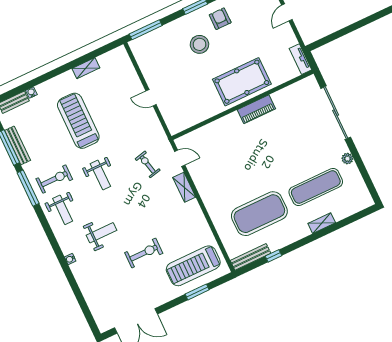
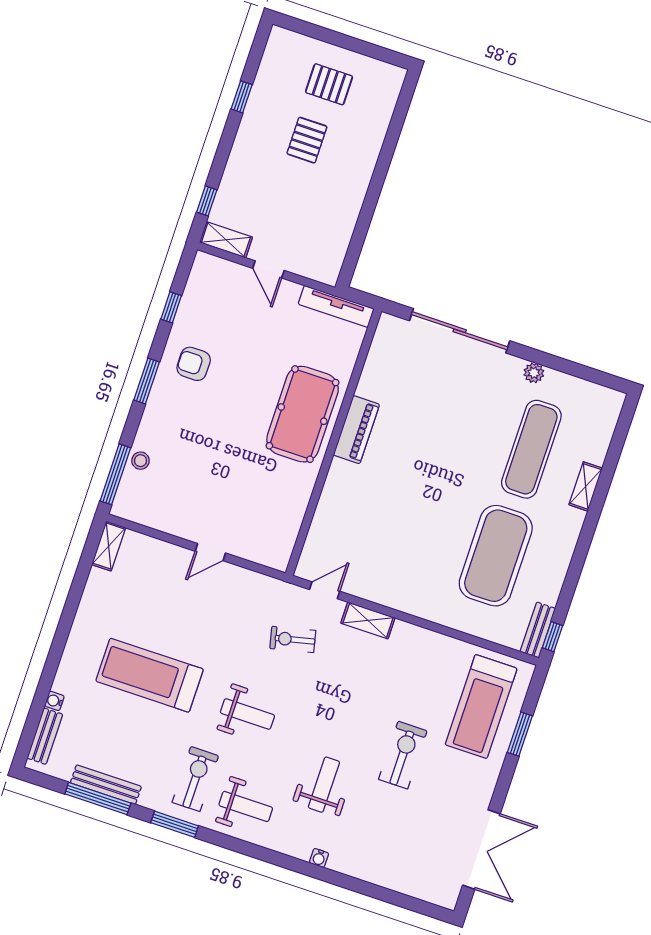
stool: (199, 44) -> (141, 461), moved, width x0.53, depth x0.53
tv unit: (301, 59) -> (336, 306), width x1.41
shelving: (86, 68) -> (109, 546), moved
window: (28, 188) -> (175, 824), width x0.69
window: (273, 256) -> (553, 637), moved
bench: (251, 257) -> (538, 630), width x0.73

